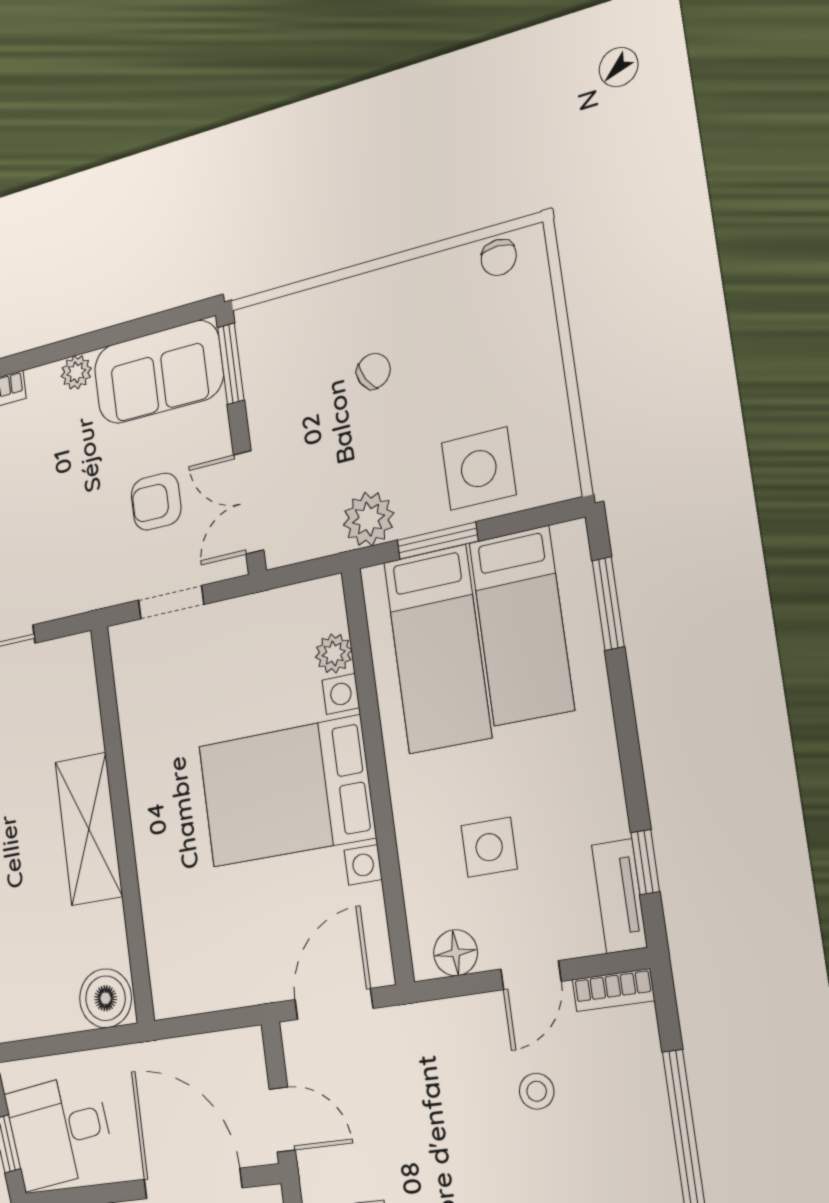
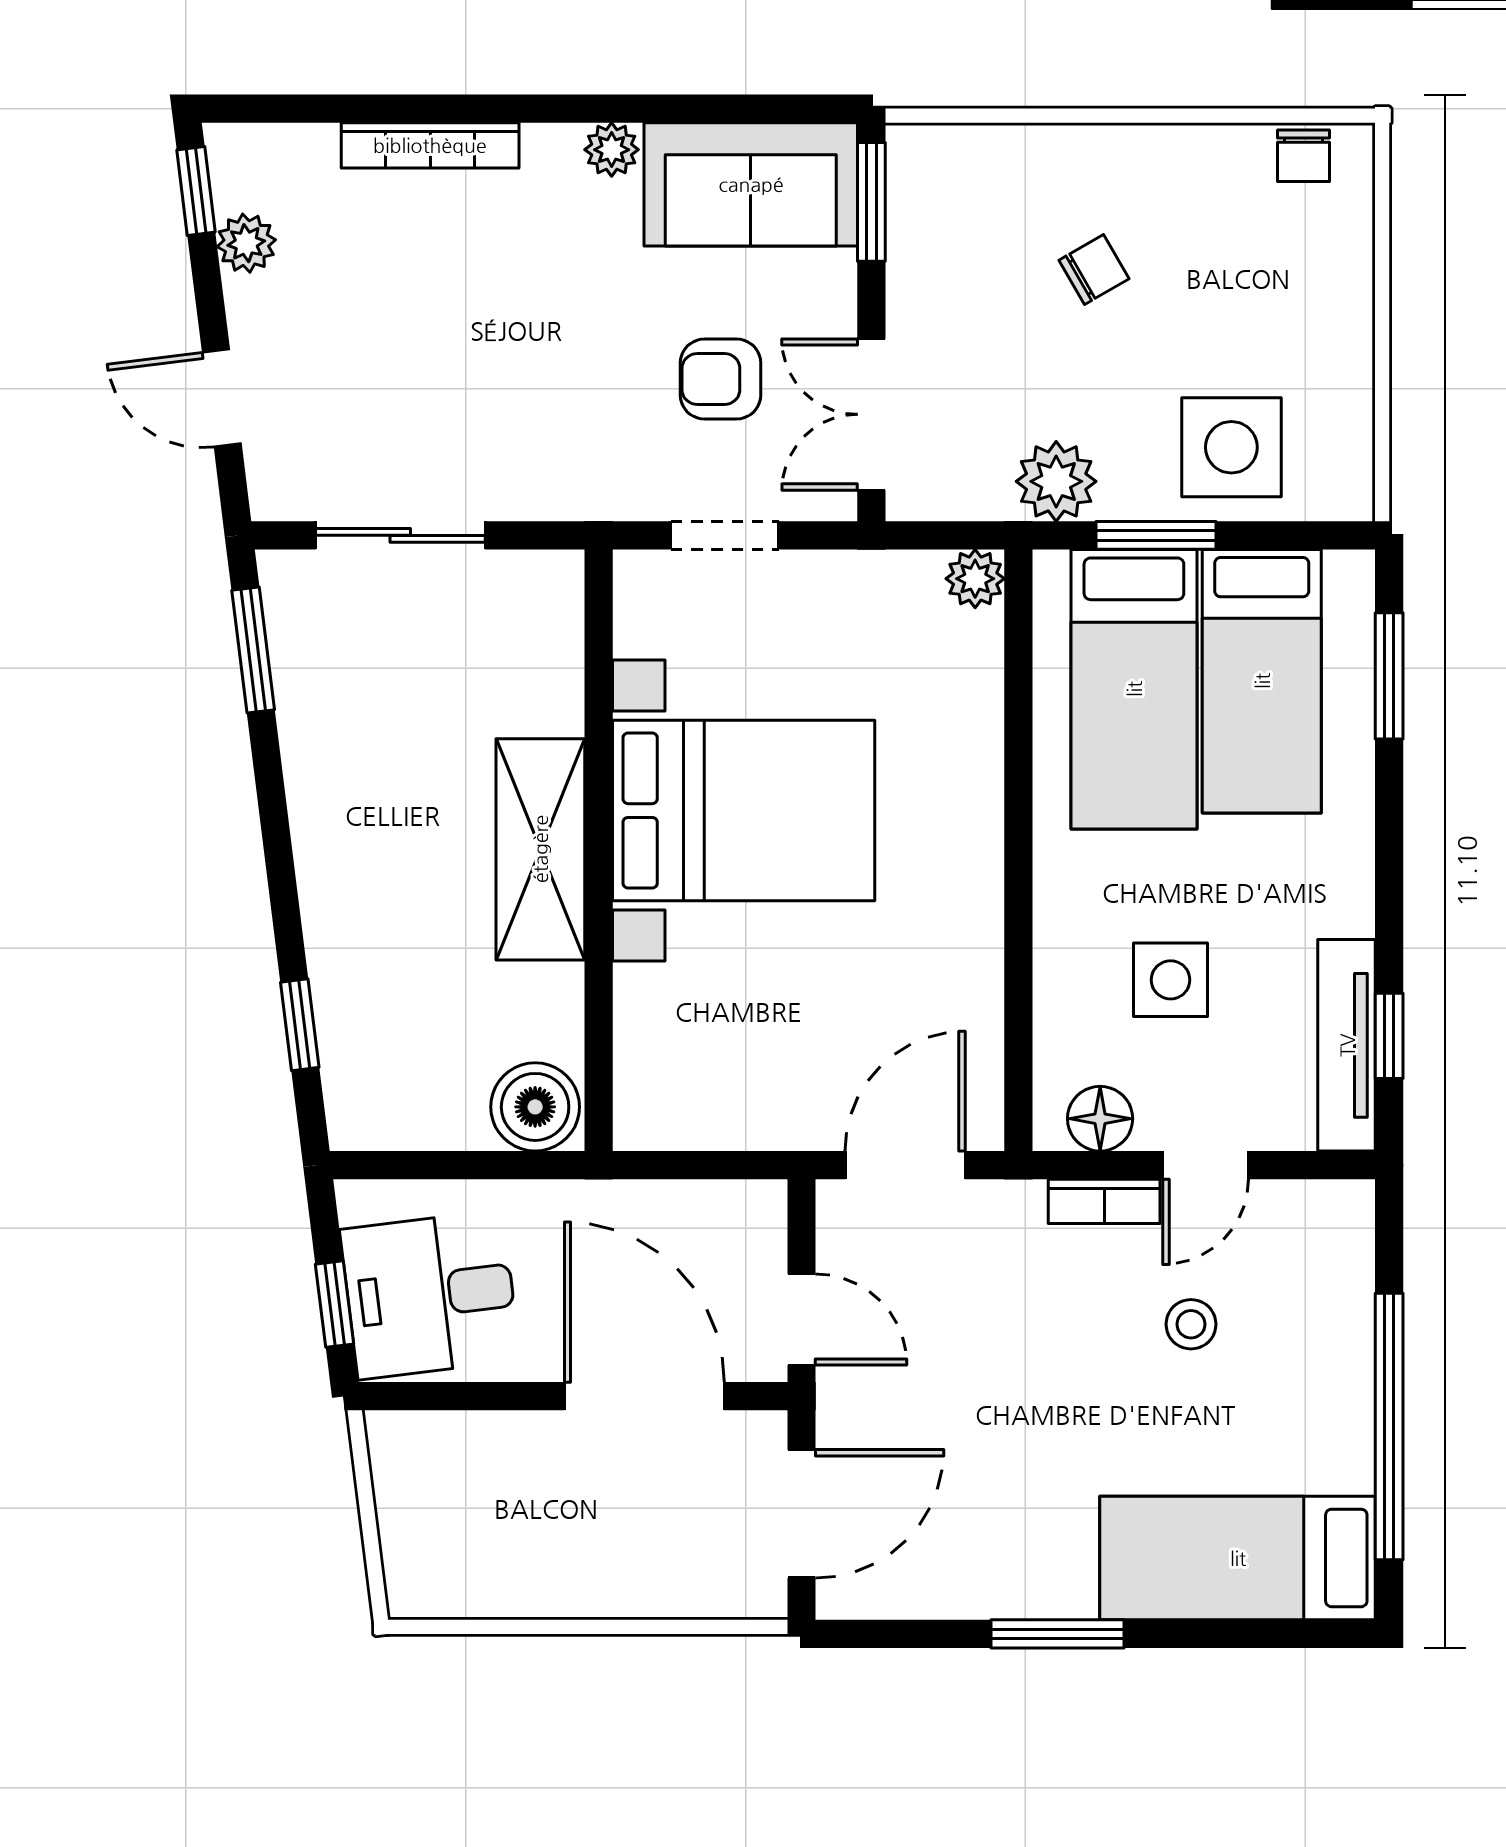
plant: (334, 653) -> (975, 579), moved
bed with nightstands: (286, 791) -> (744, 811), moved, turned 180
tv unit: (619, 896) -> (1347, 1045), width x1.41
bookcase: (613, 990) -> (1104, 1201), moved

